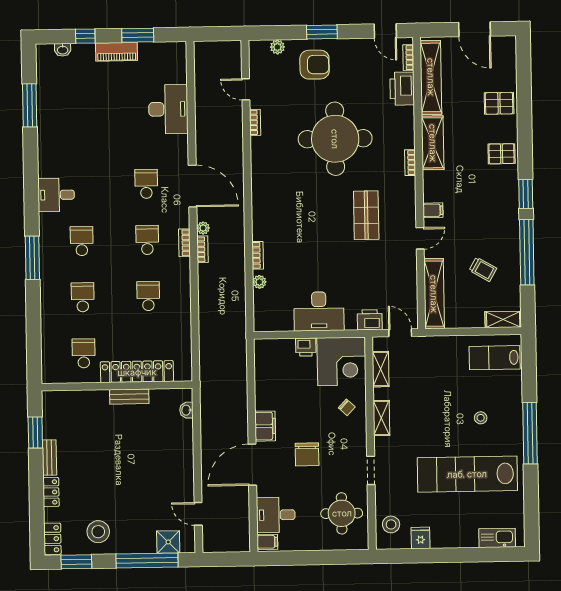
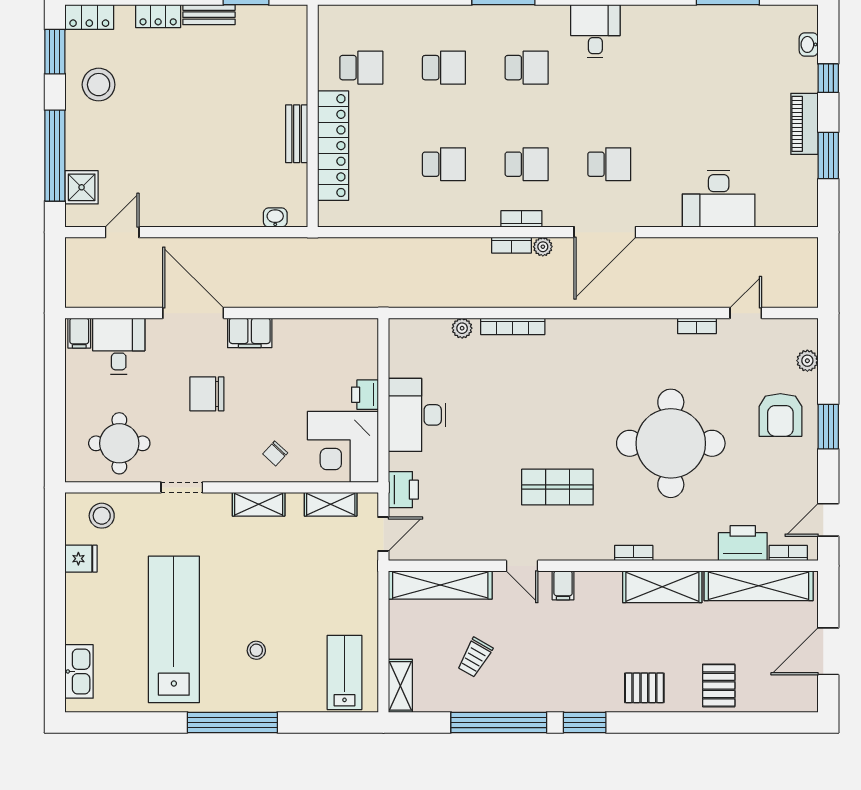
pallet: (502, 154) -> (644, 688), turned 90
bookcase: (258, 255) -> (513, 326), width x1.56

